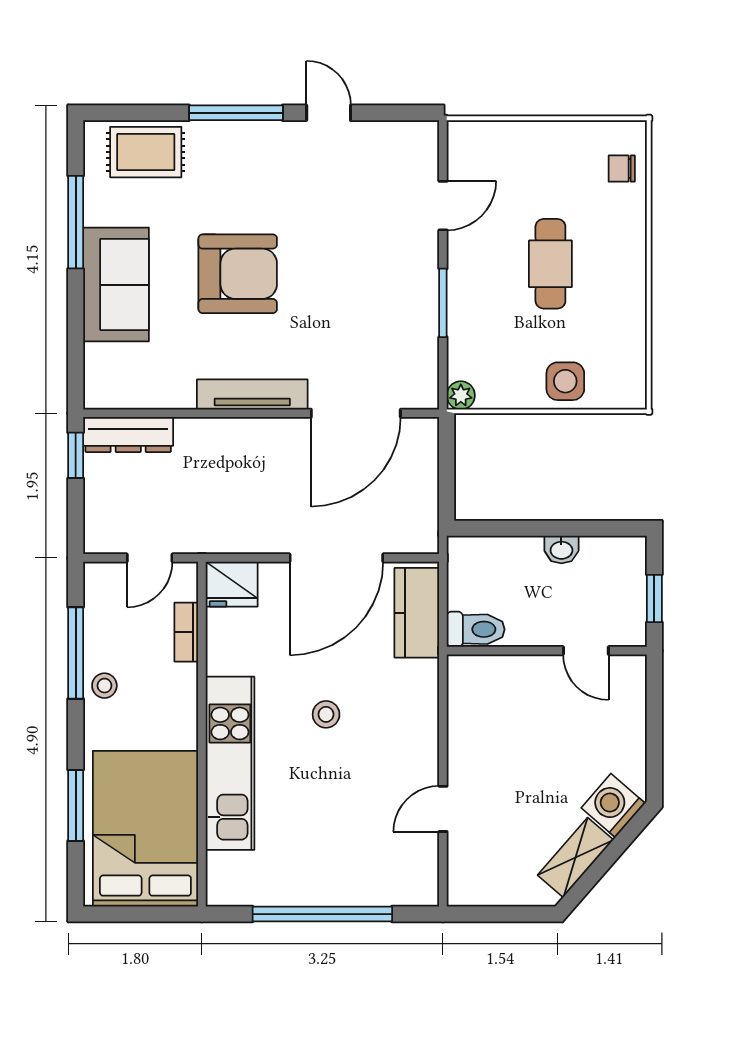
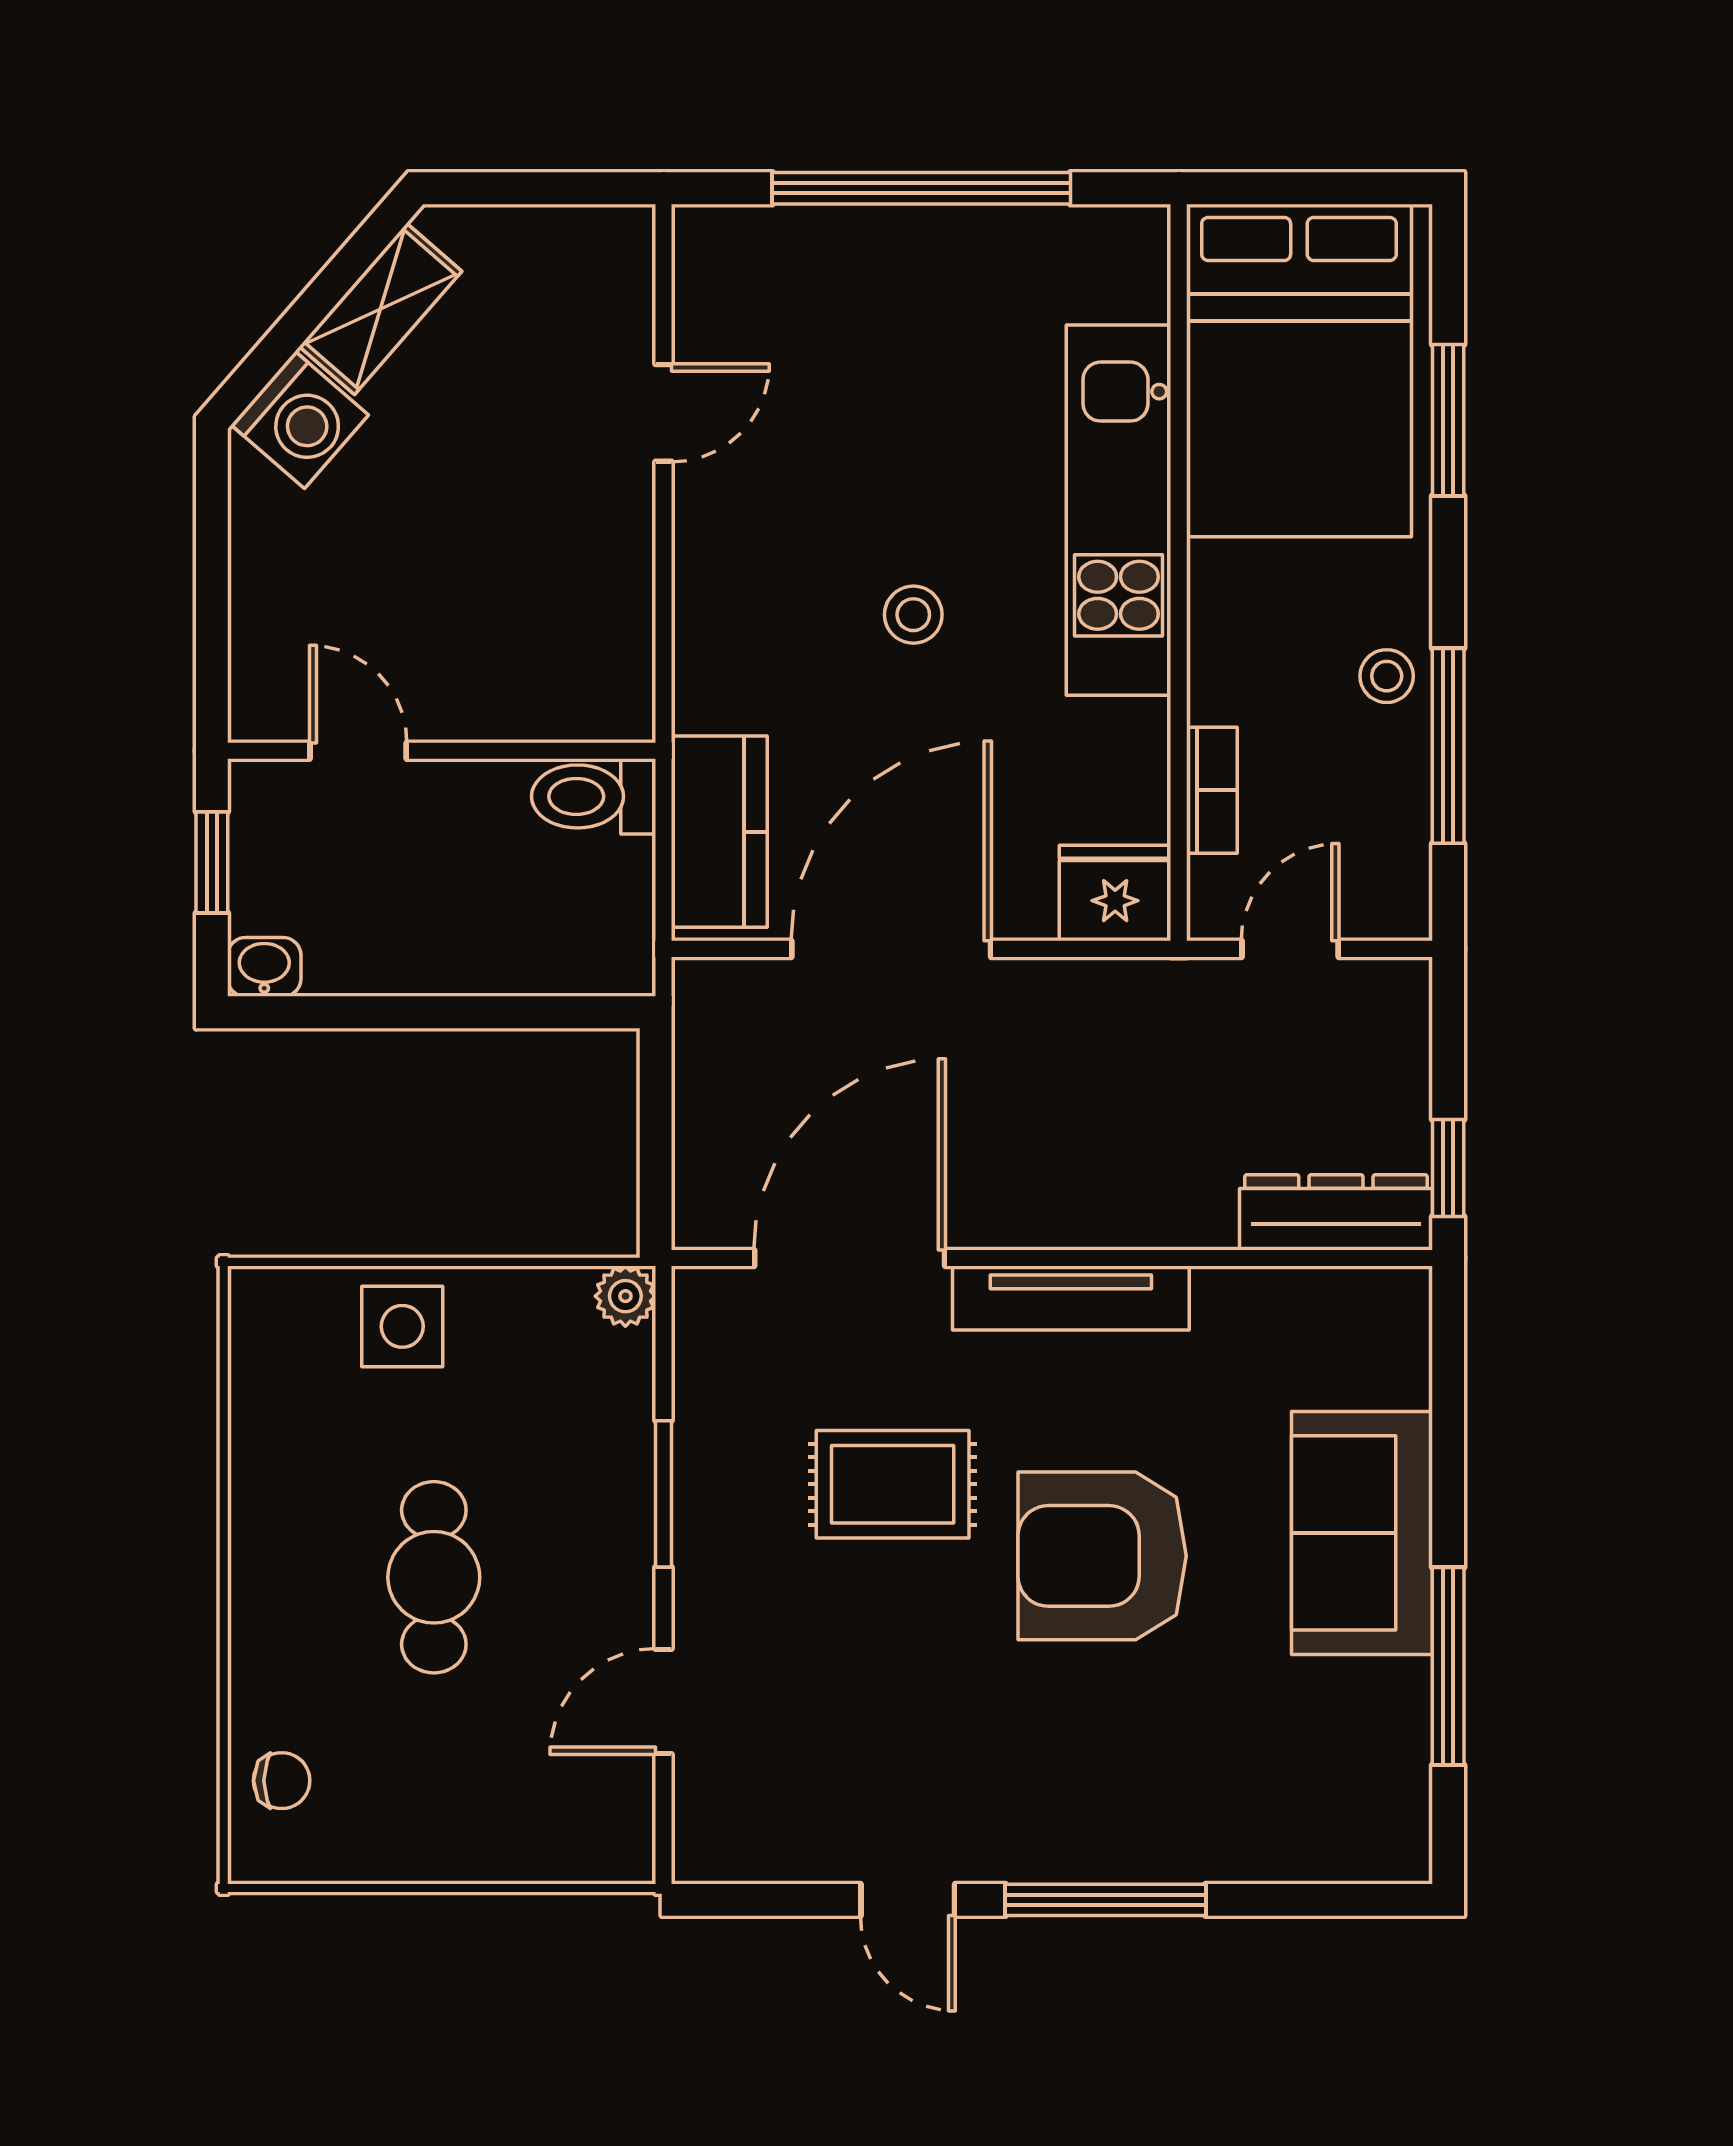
rug: (146, 152) -> (893, 1484), moved
washbasin: (561, 549) -> (264, 967), moved

